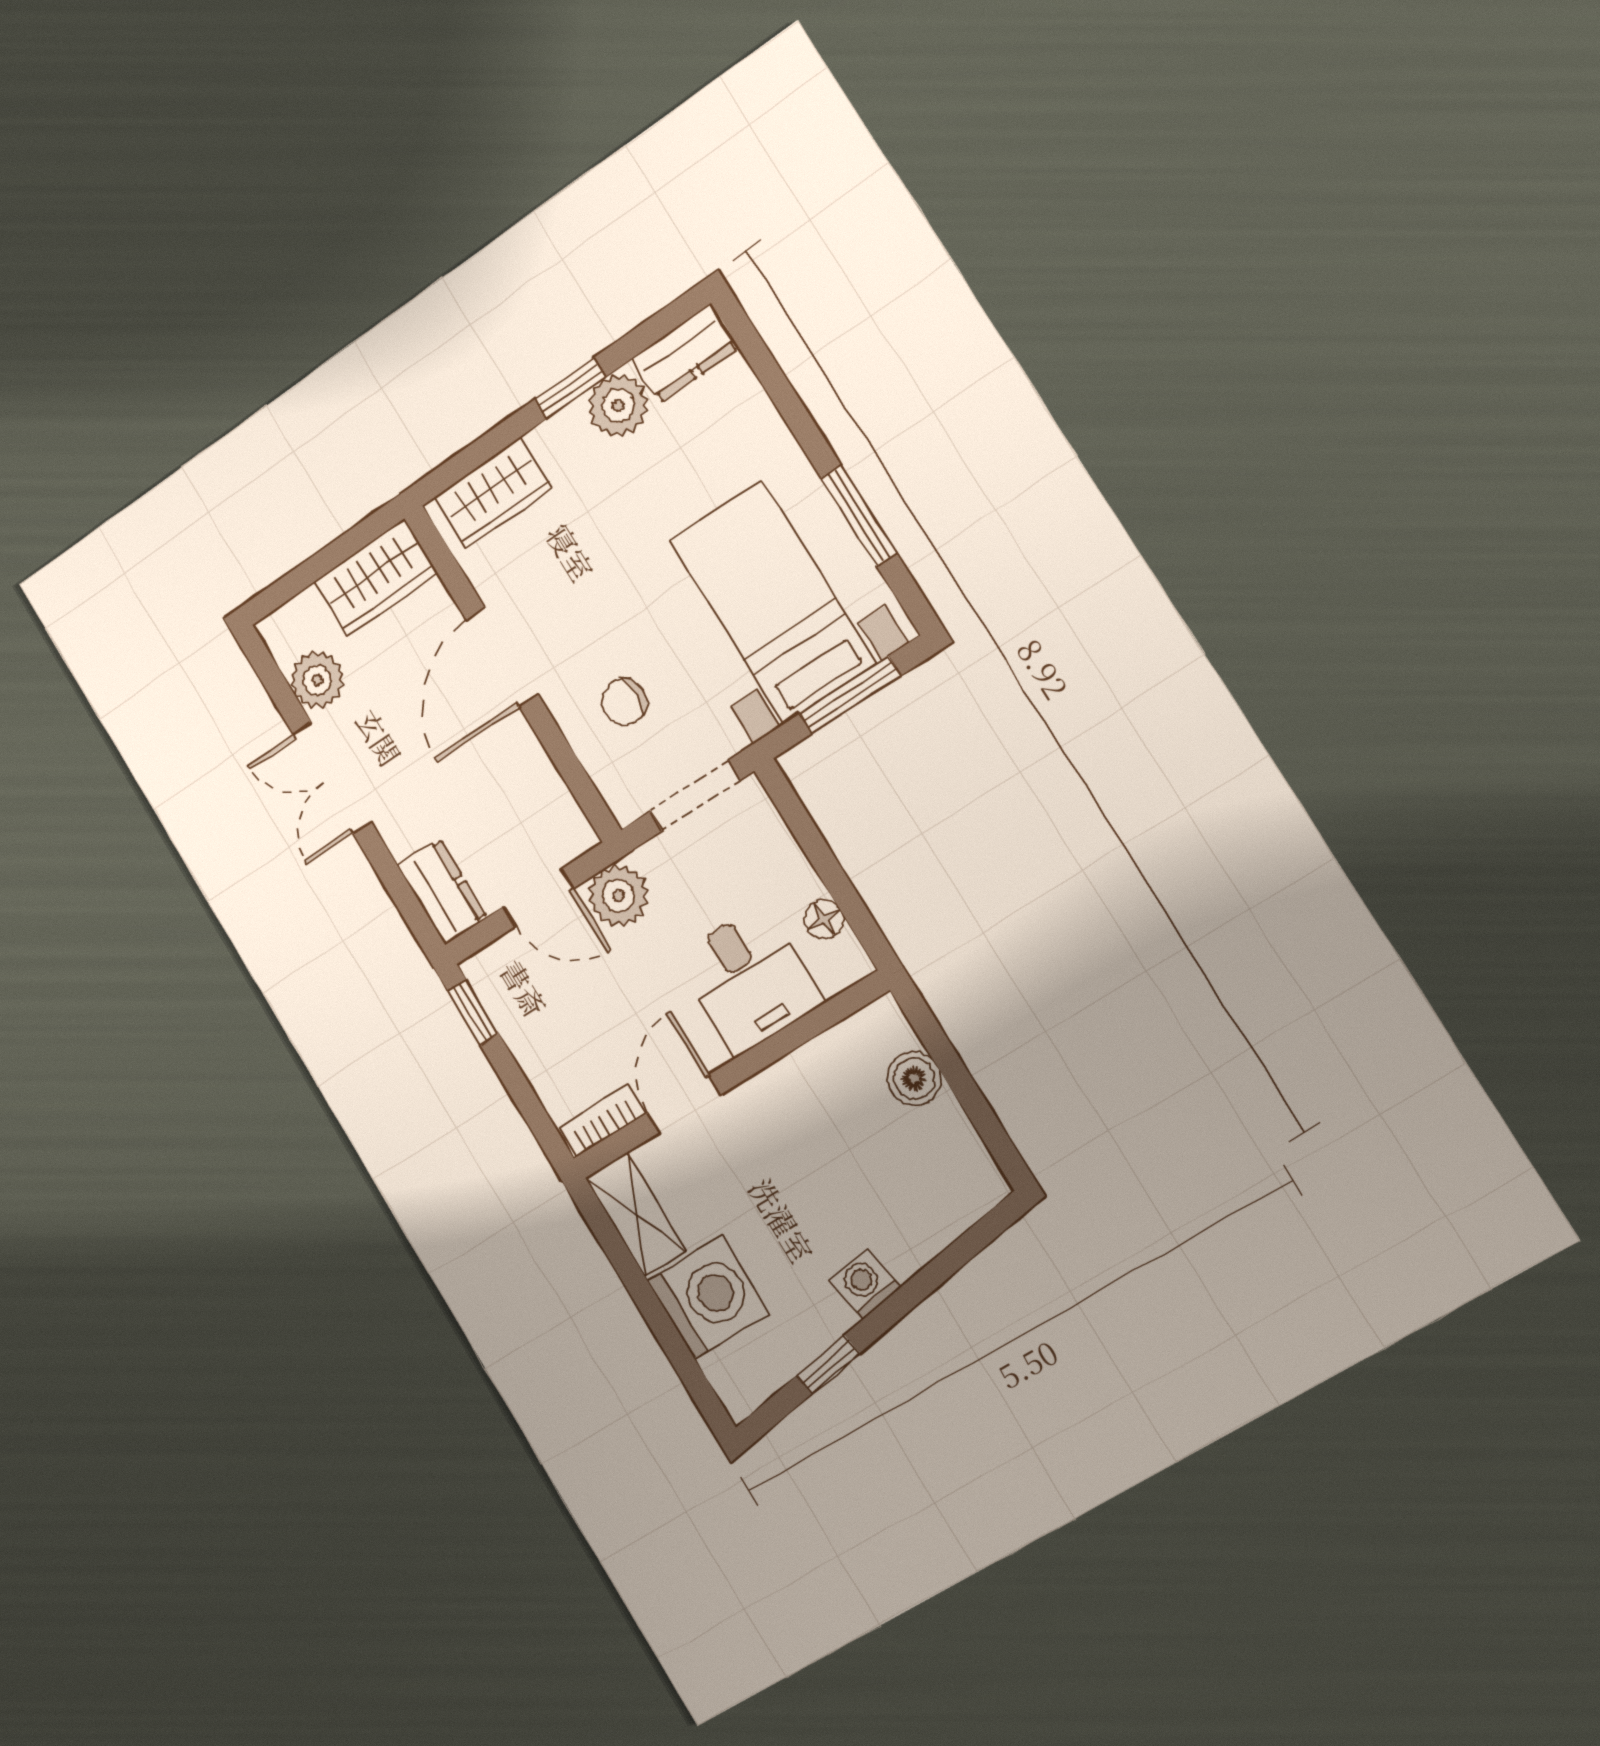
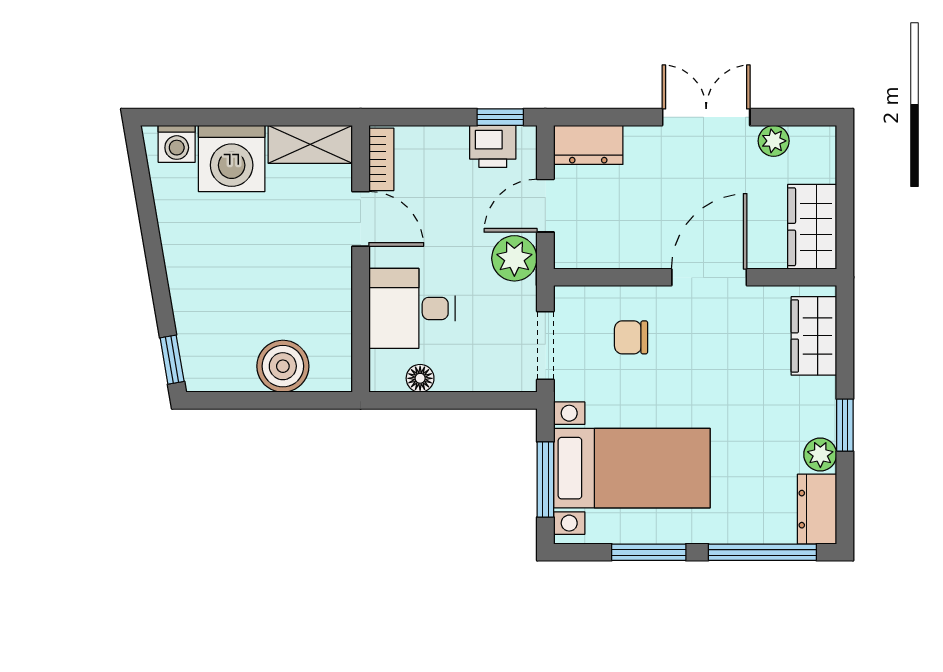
window: (775, 382) -> (762, 552), added
plant: (618, 405) -> (820, 454), width x0.73, depth x0.73
door: (502, 657) -> (709, 277), hinge flipped
plant: (317, 680) -> (774, 141), width x0.73, depth x0.73
chair: (624, 702) -> (631, 337), turned -90
printer: (510, 1000) -> (493, 146), added
boiler: (914, 1079) -> (283, 366), width x1.36, depth x1.36
washing machine: (865, 1284) -> (177, 144), moved, turned 100
window: (828, 1365) -> (172, 360), moved

